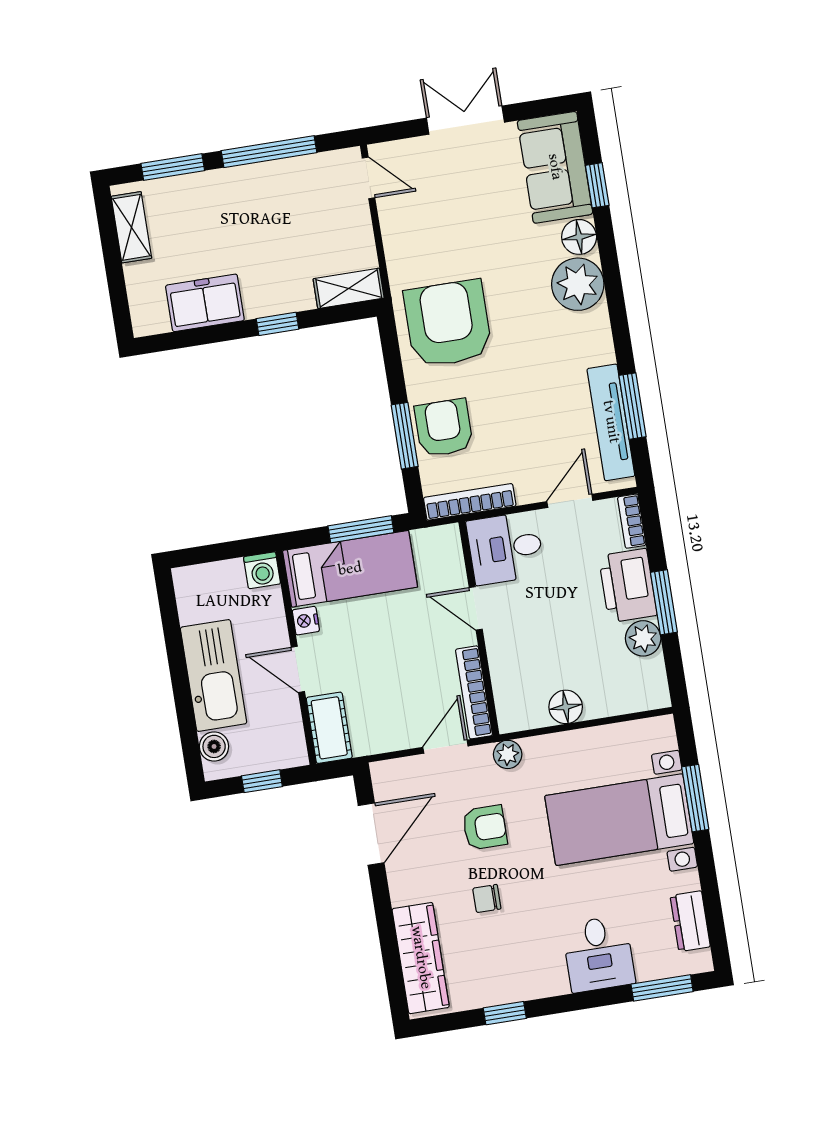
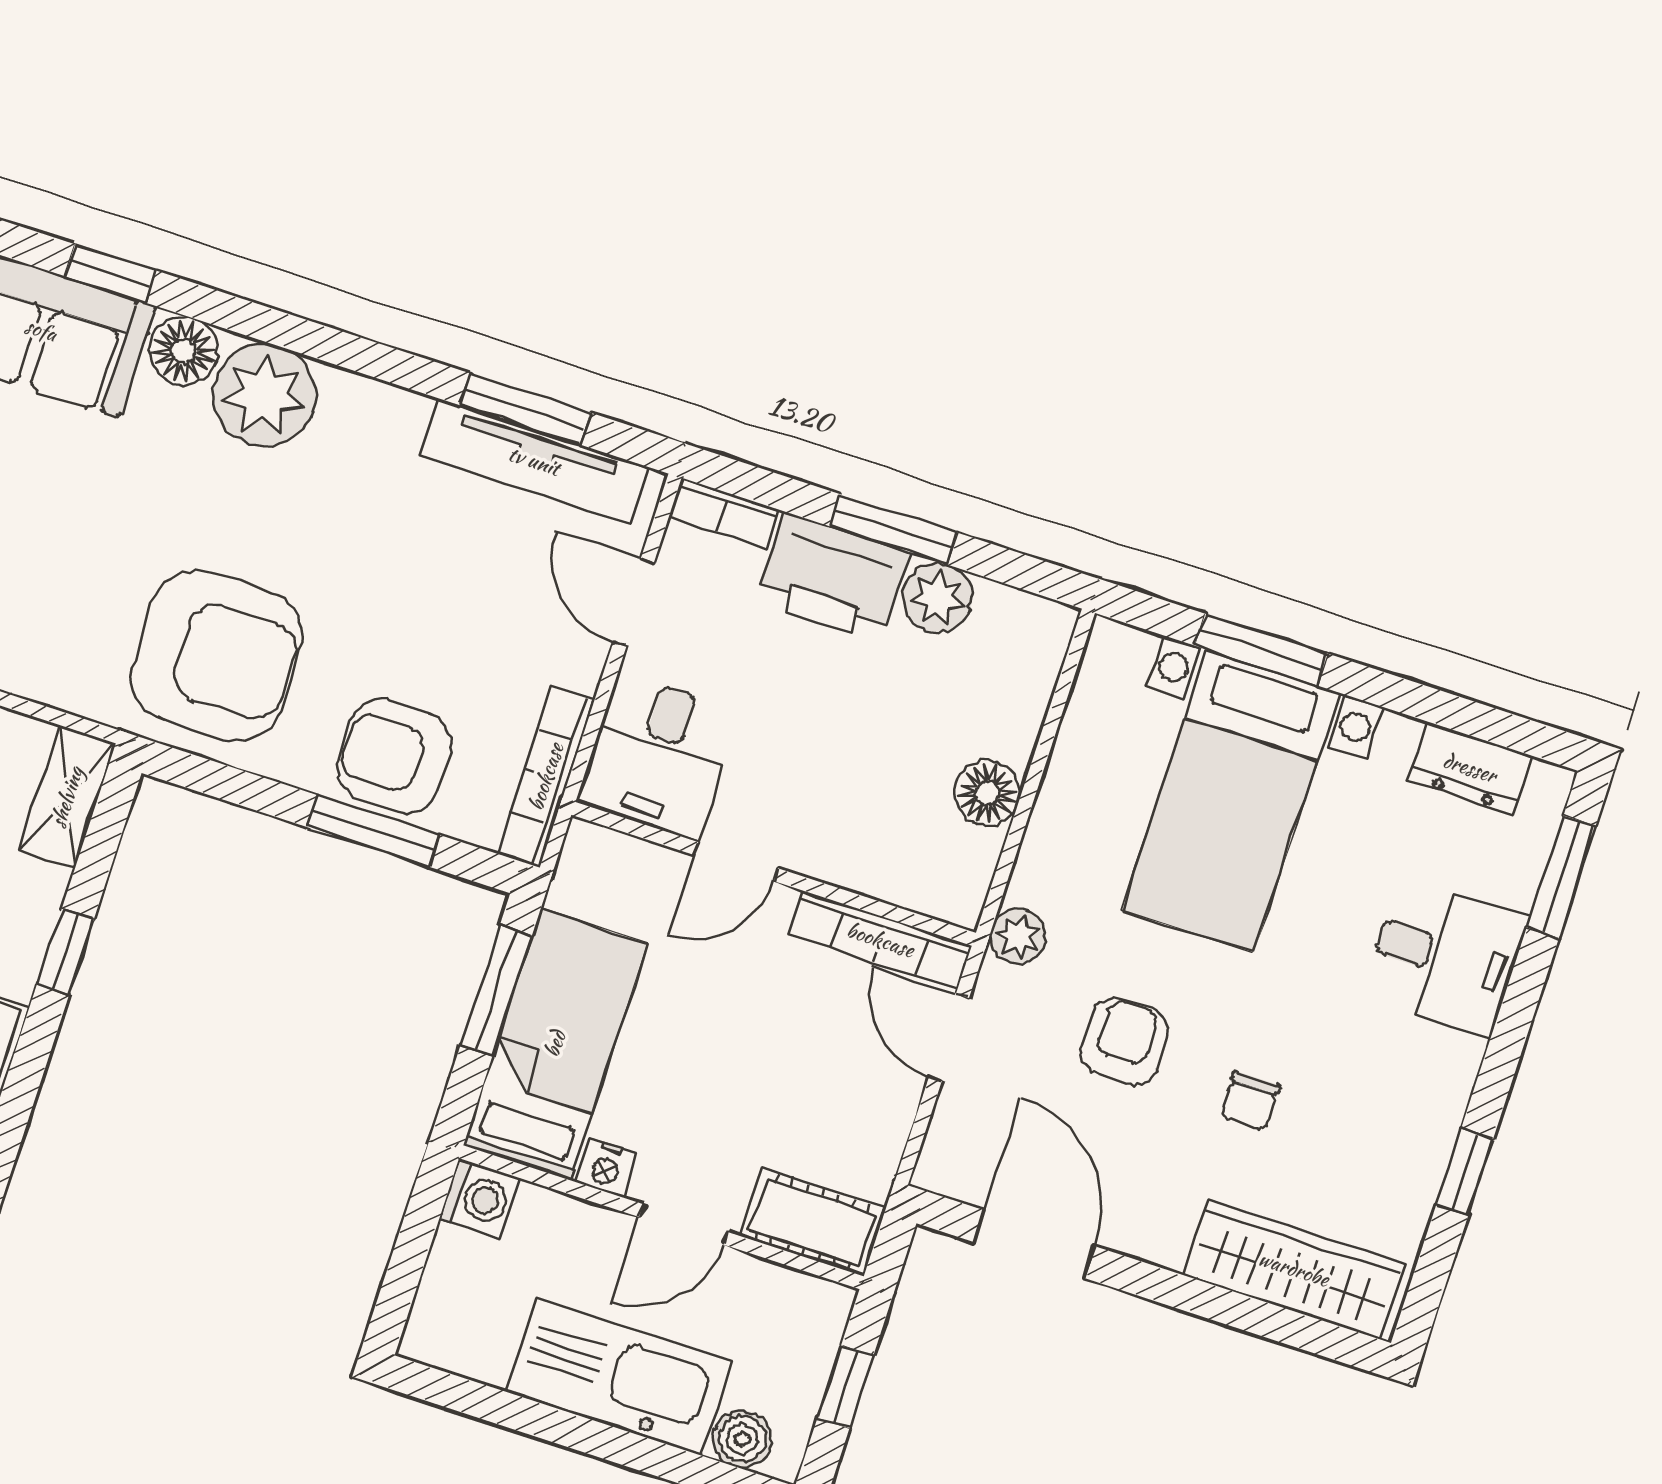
armchair: (448, 324) -> (217, 656), turned 180

